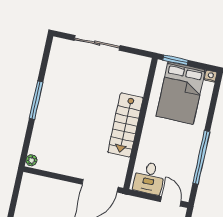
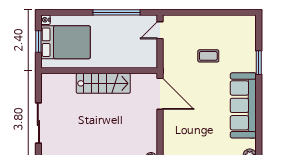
window: (175, 60) -> (38, 42), moved
desk: (149, 178) -> (144, 53), removed

